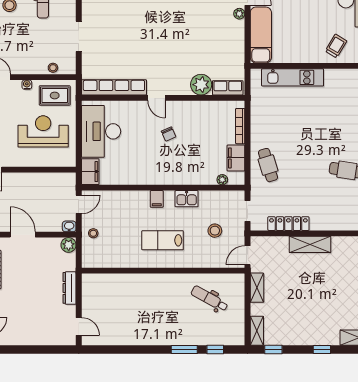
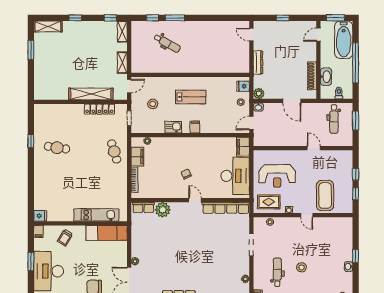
exam couch: (261, 35) -> (107, 233), moved, turned -90
shelving: (310, 244) -> (91, 94), width x1.47
fridge: (90, 255) -> (243, 86), added
dental chair: (209, 299) -> (167, 43), moved
window: (35, 350) -> (283, 18), added

